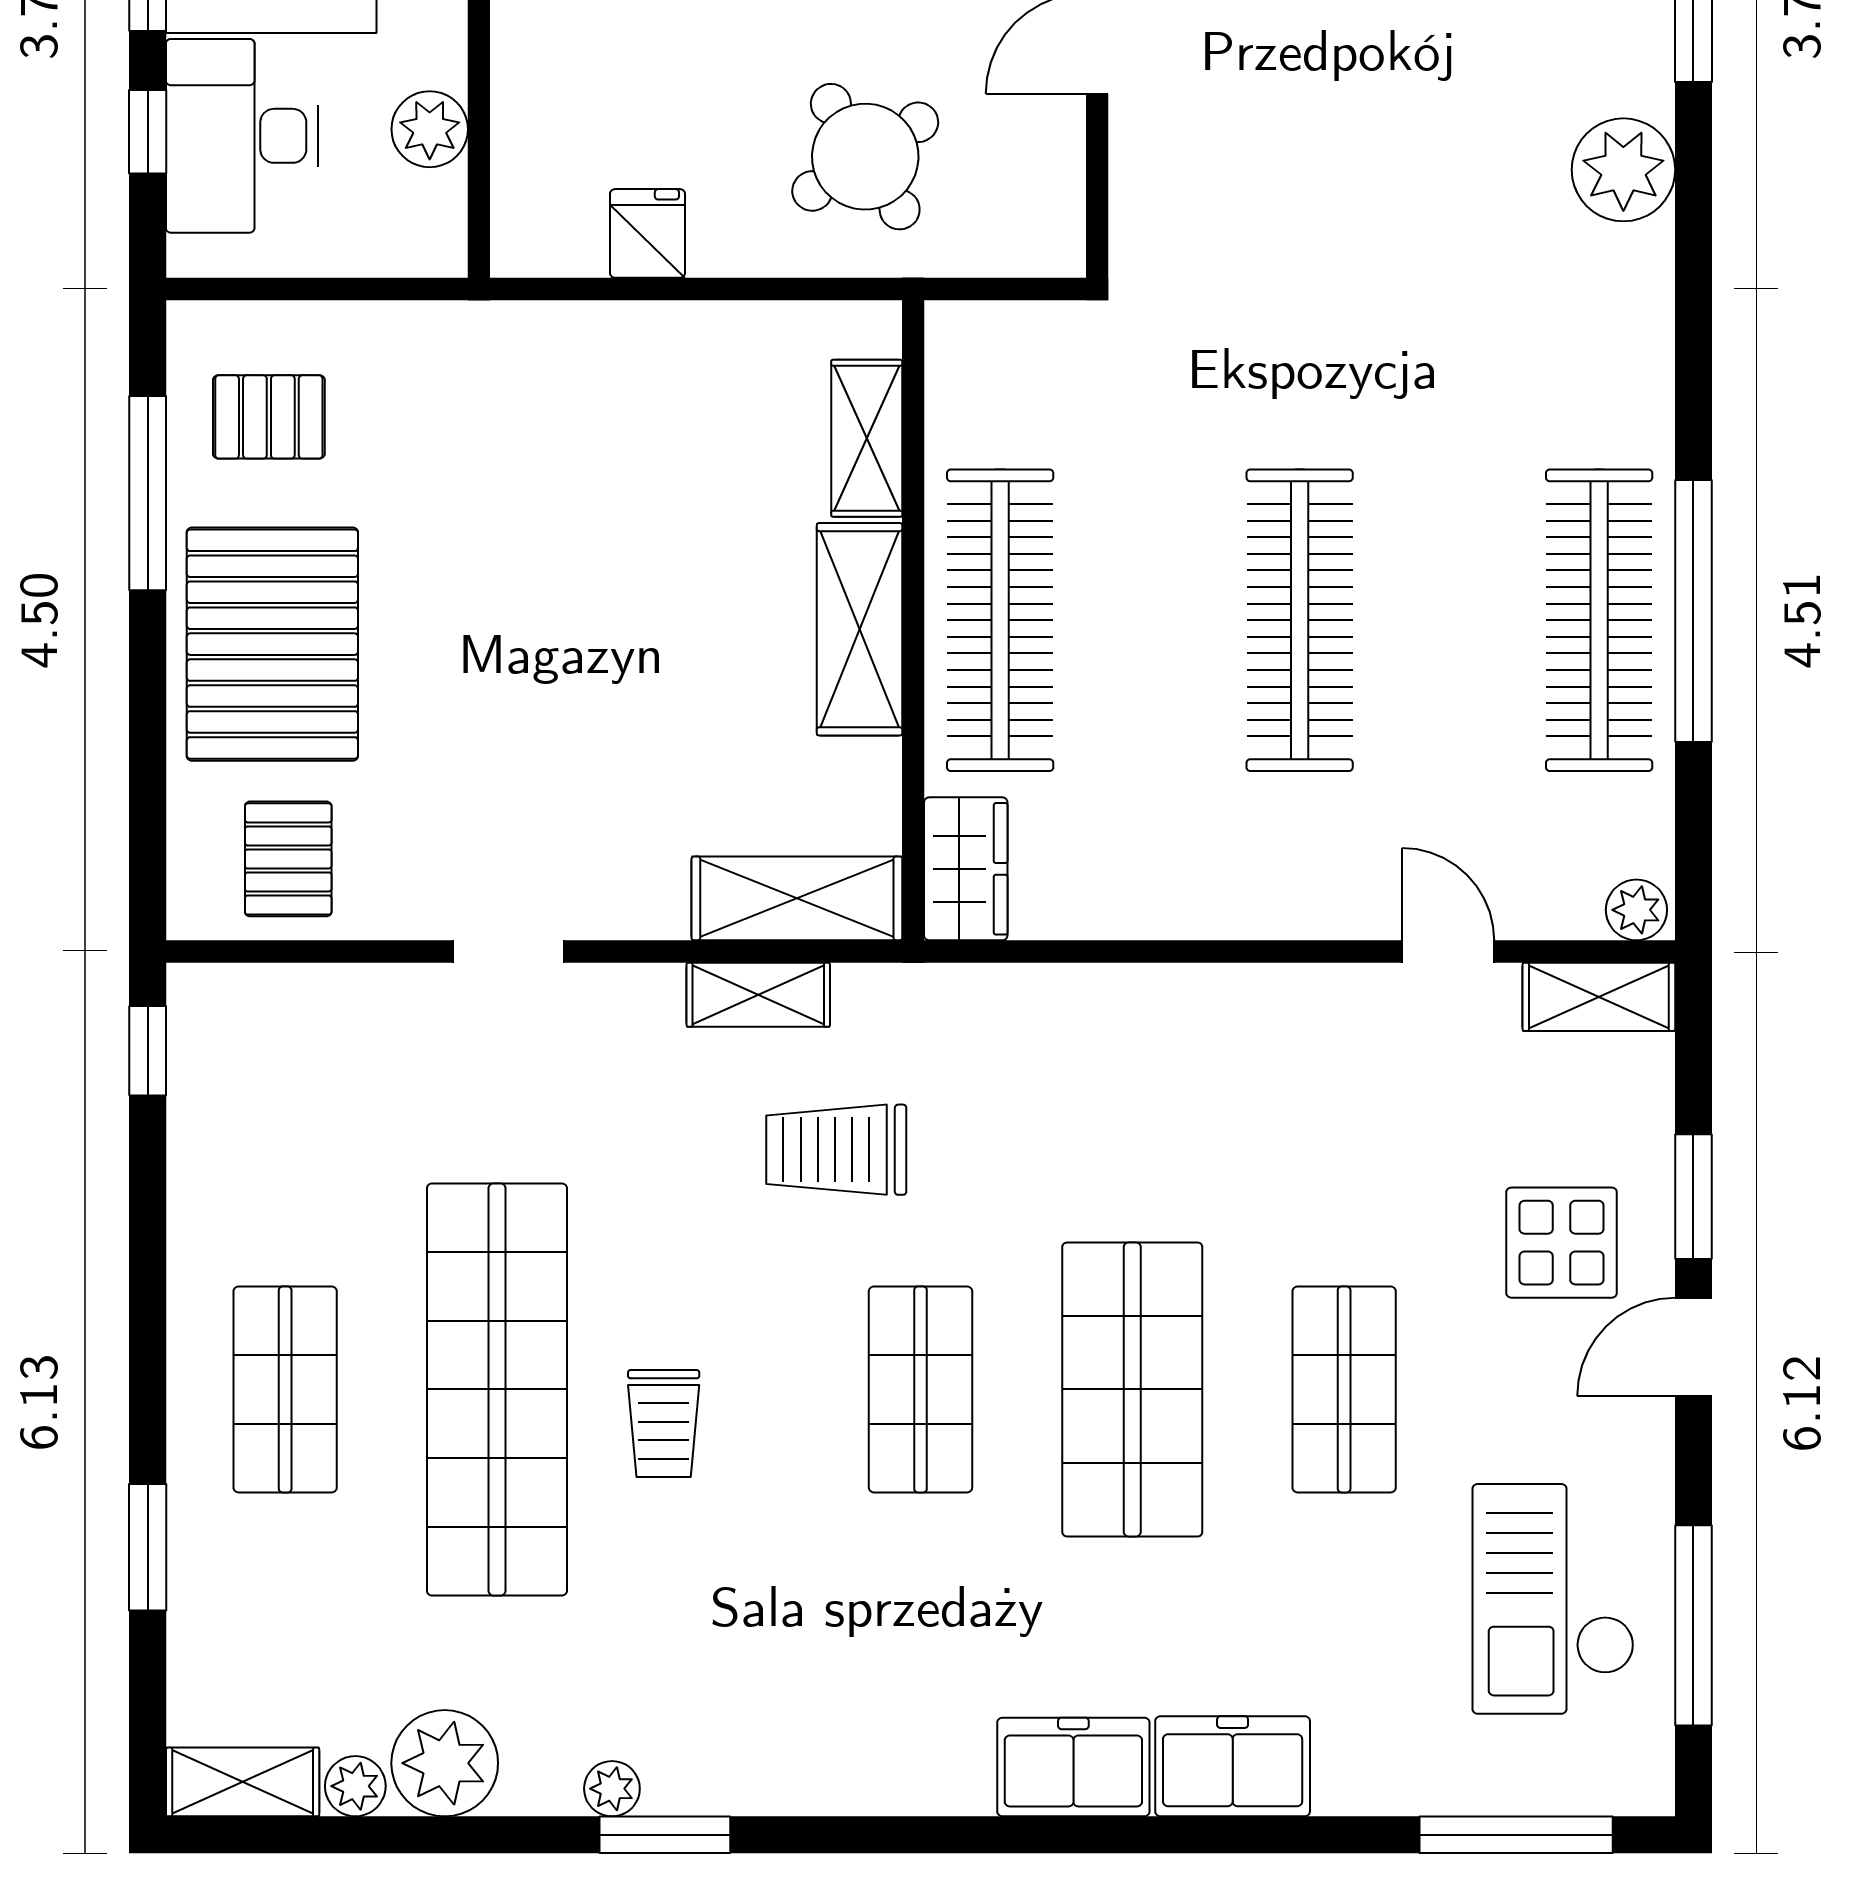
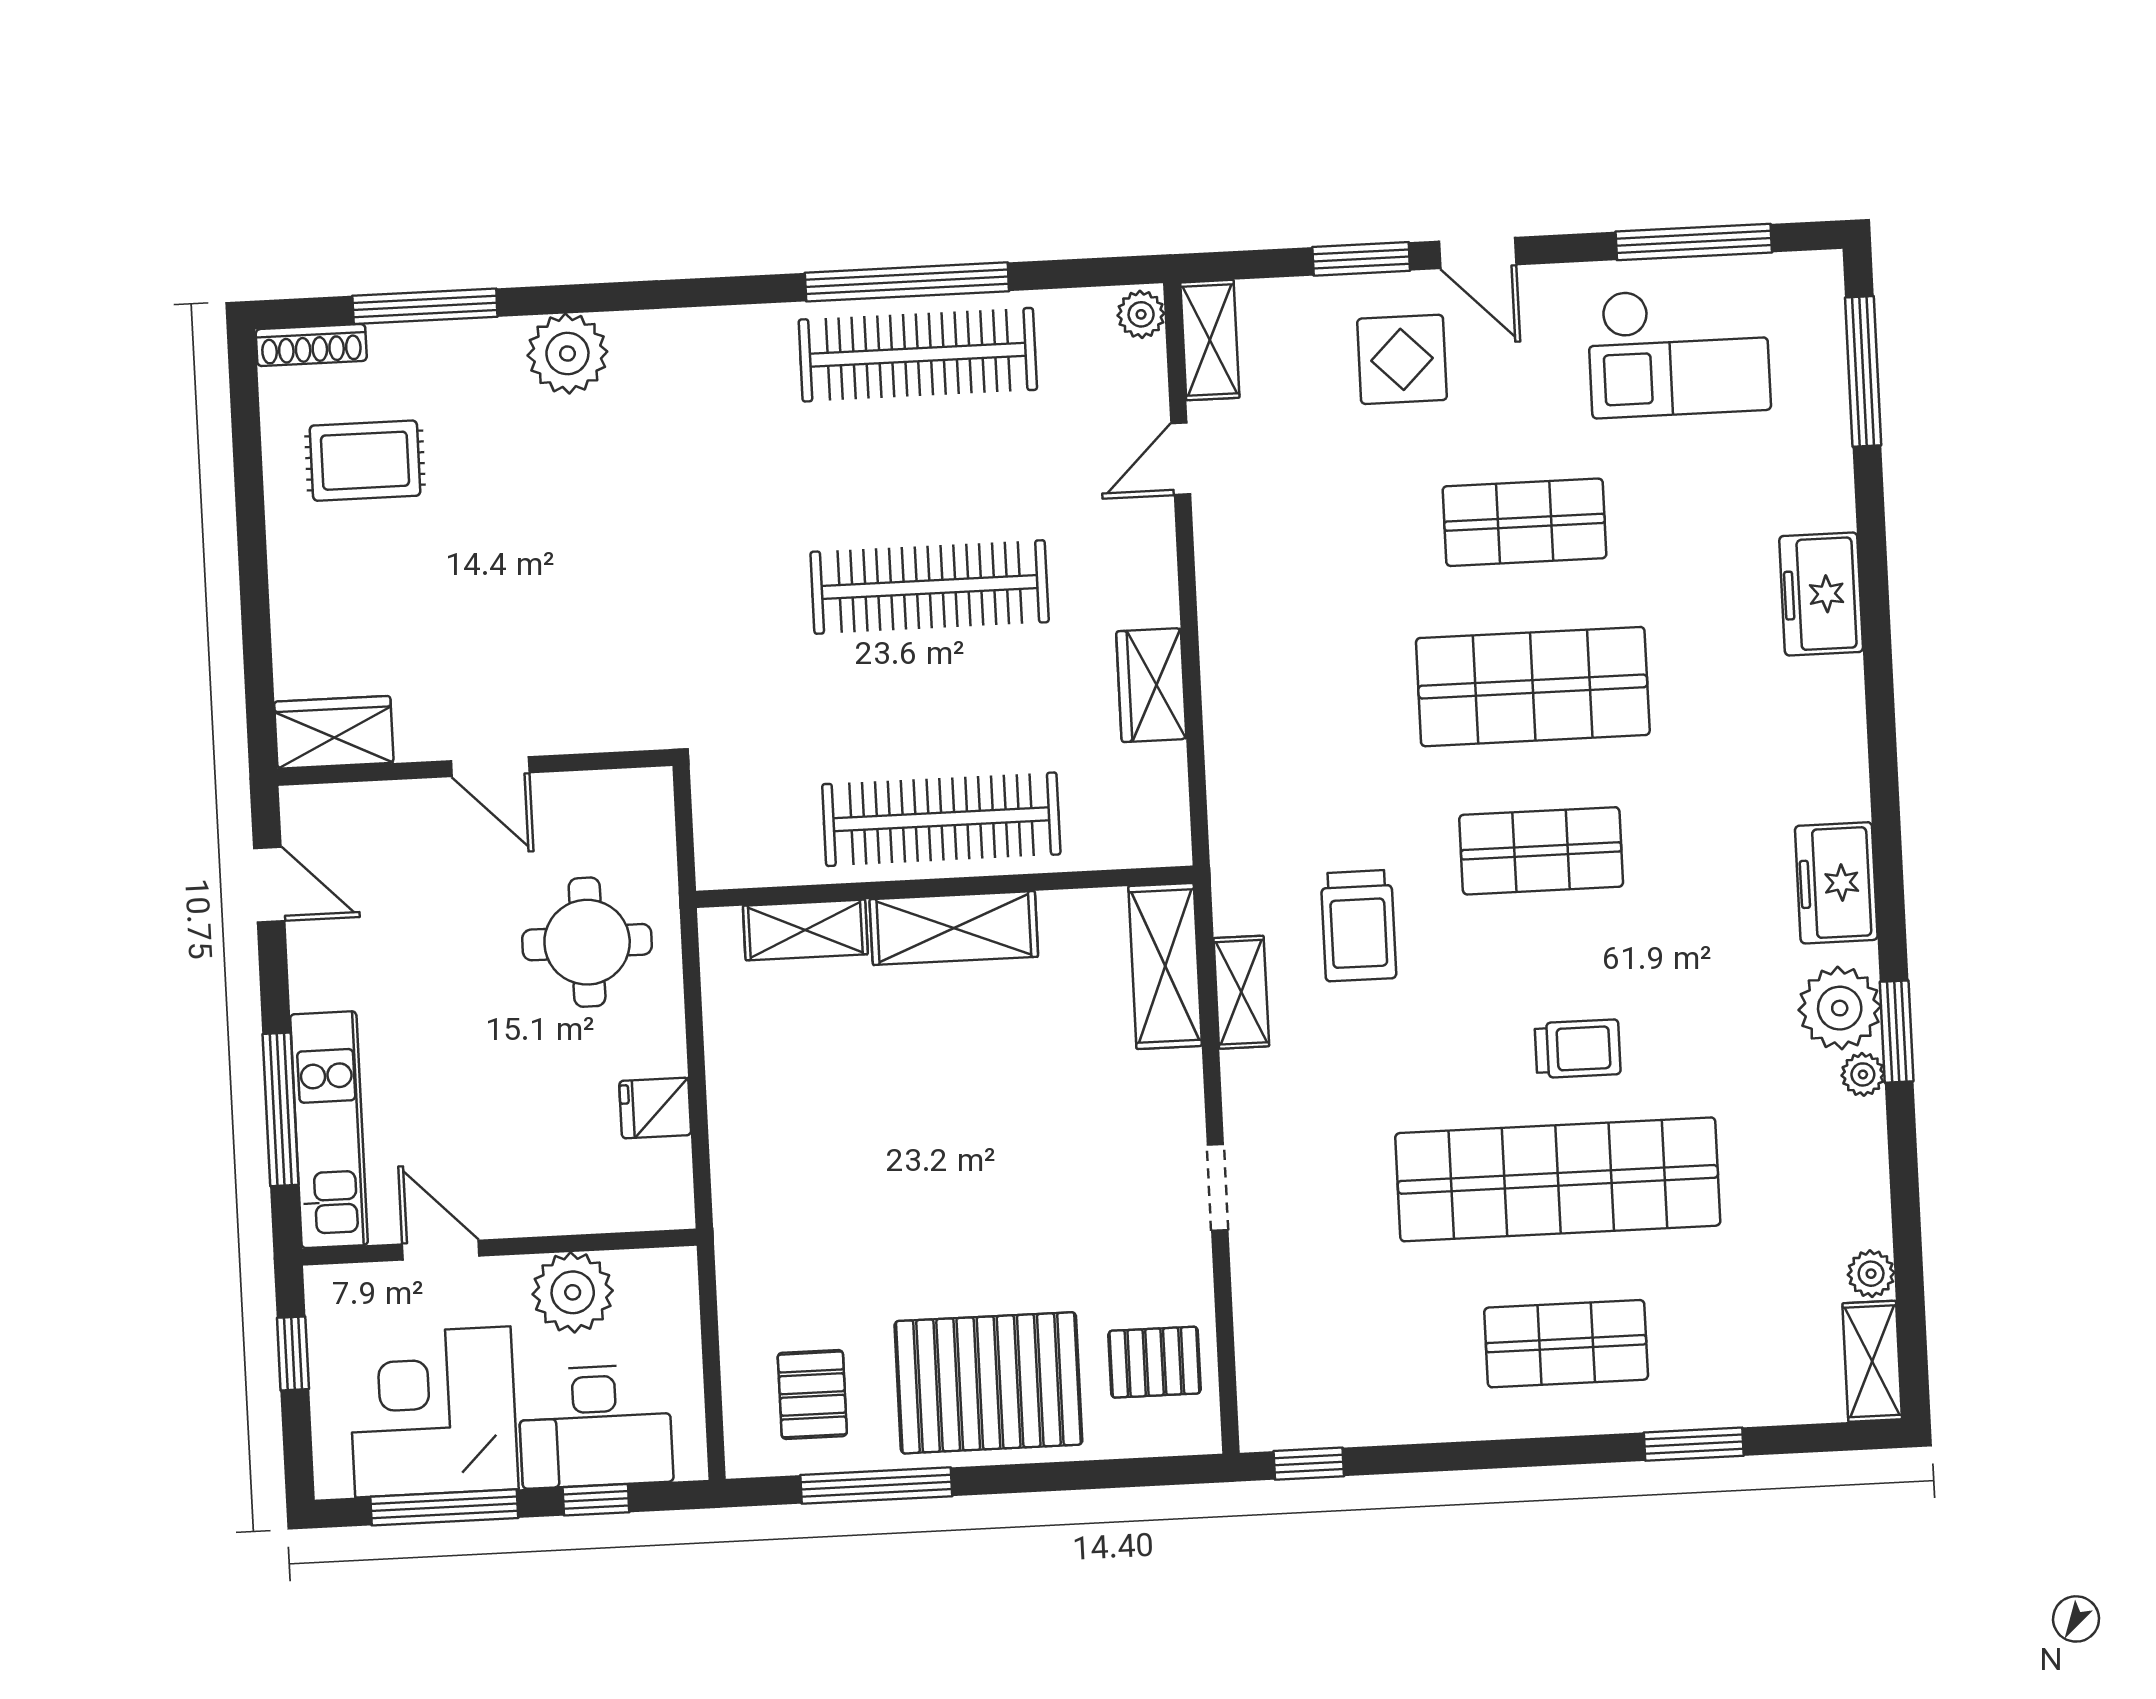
plant: (430, 129) -> (573, 1292), width x1.36, depth x1.36
round table: (865, 157) -> (587, 942), turned 33
wardrobe: (966, 869) -> (1151, 685), moved, turned -90
plant: (445, 1763) -> (1840, 1008), moved
freezer: (1073, 1767) -> (1836, 883), moved

